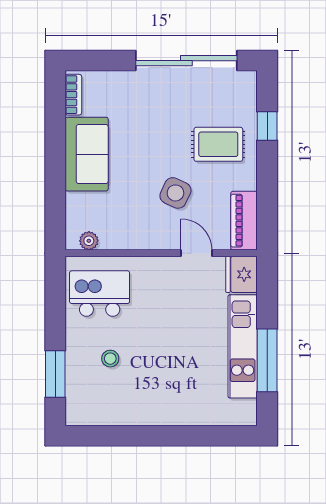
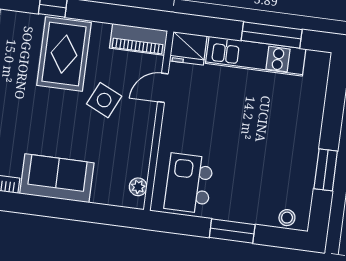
rug: (218, 144) -> (64, 54), width x1.36, depth x1.43
stool: (110, 359) -> (287, 218), moved
window: (55, 374) -> (232, 231), moved
window: (133, 436) -> (326, 170), added

